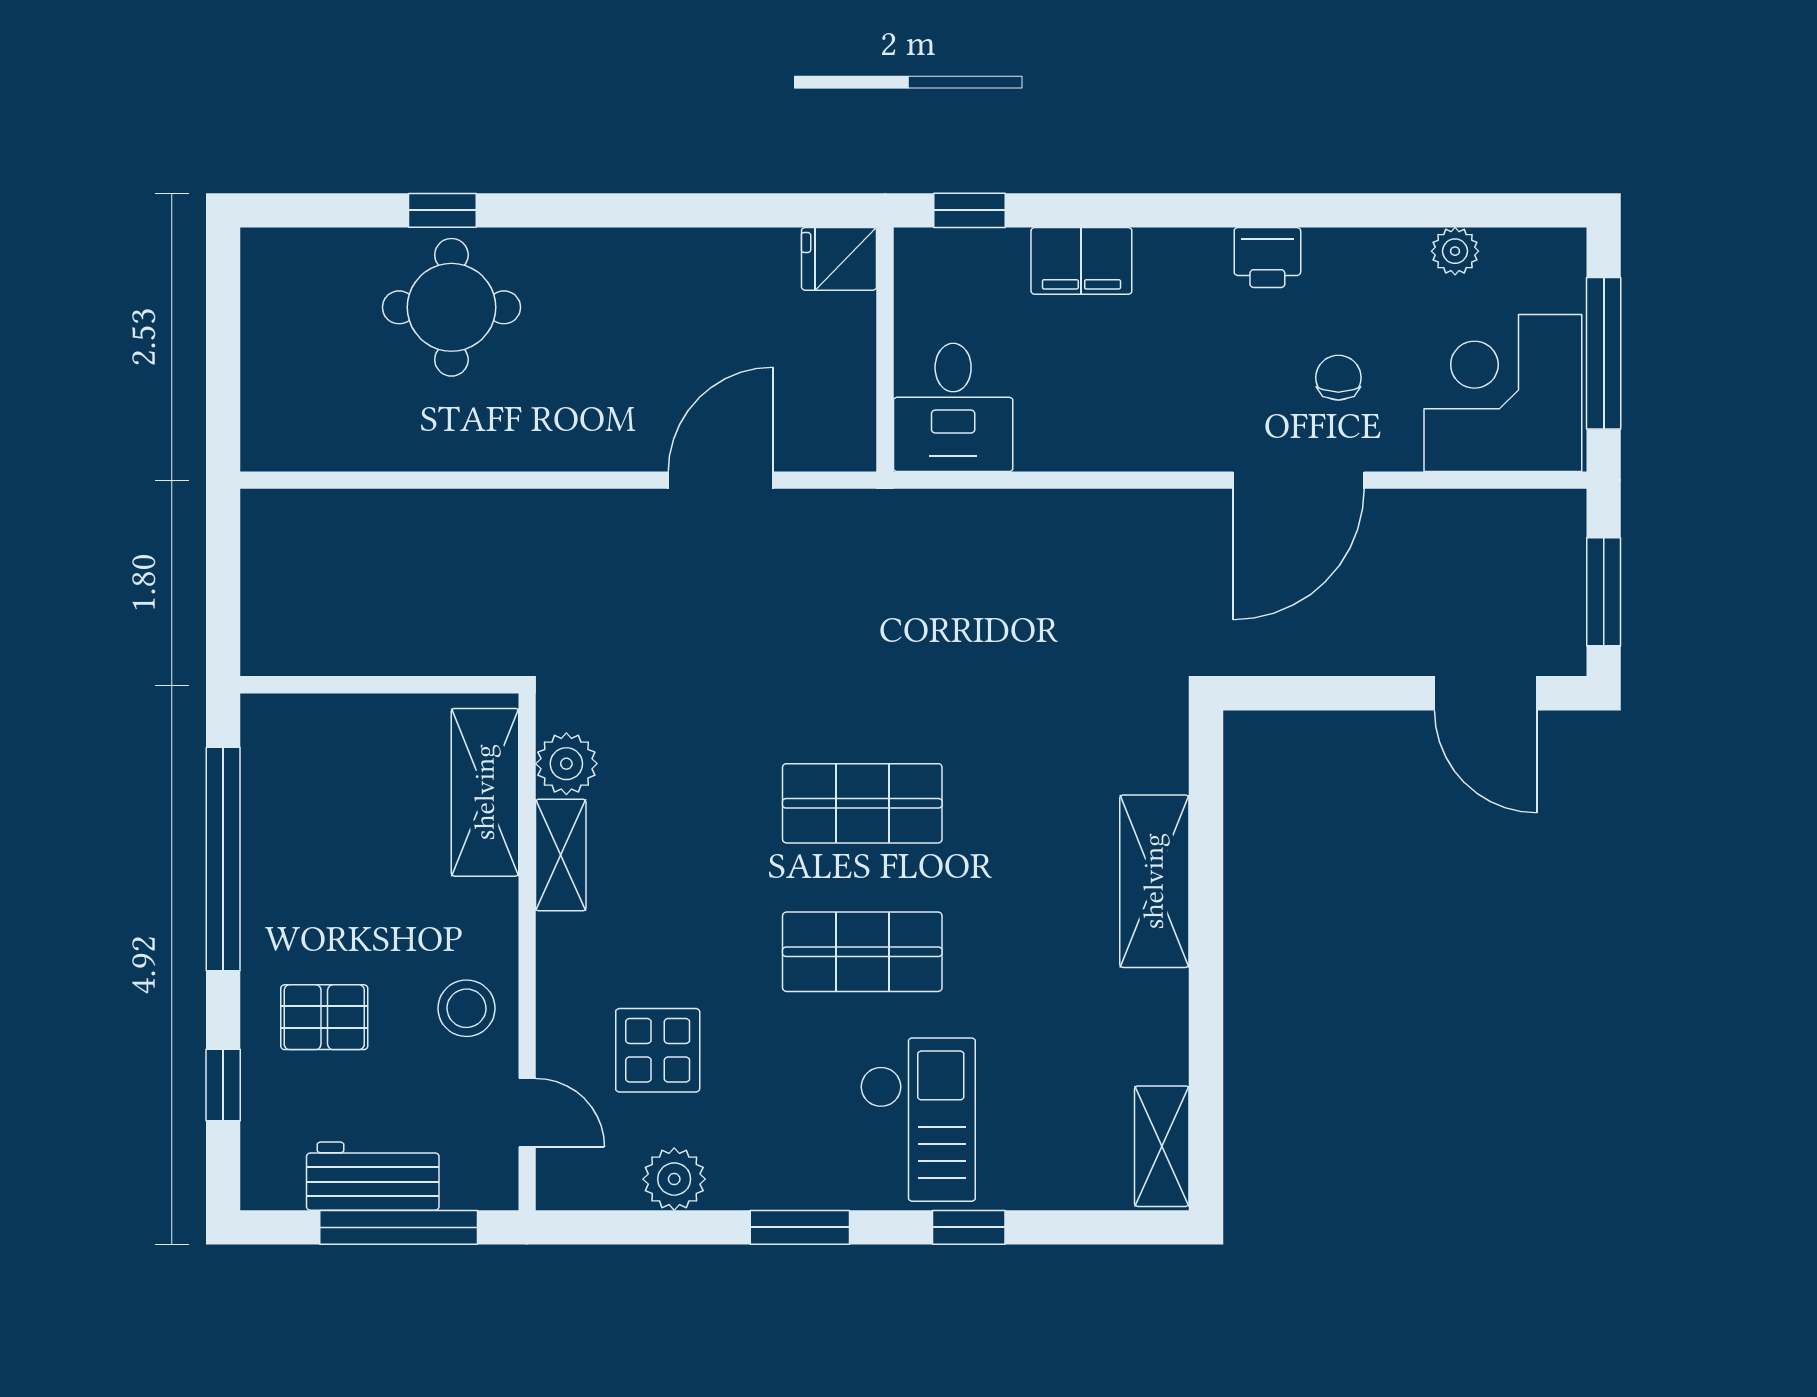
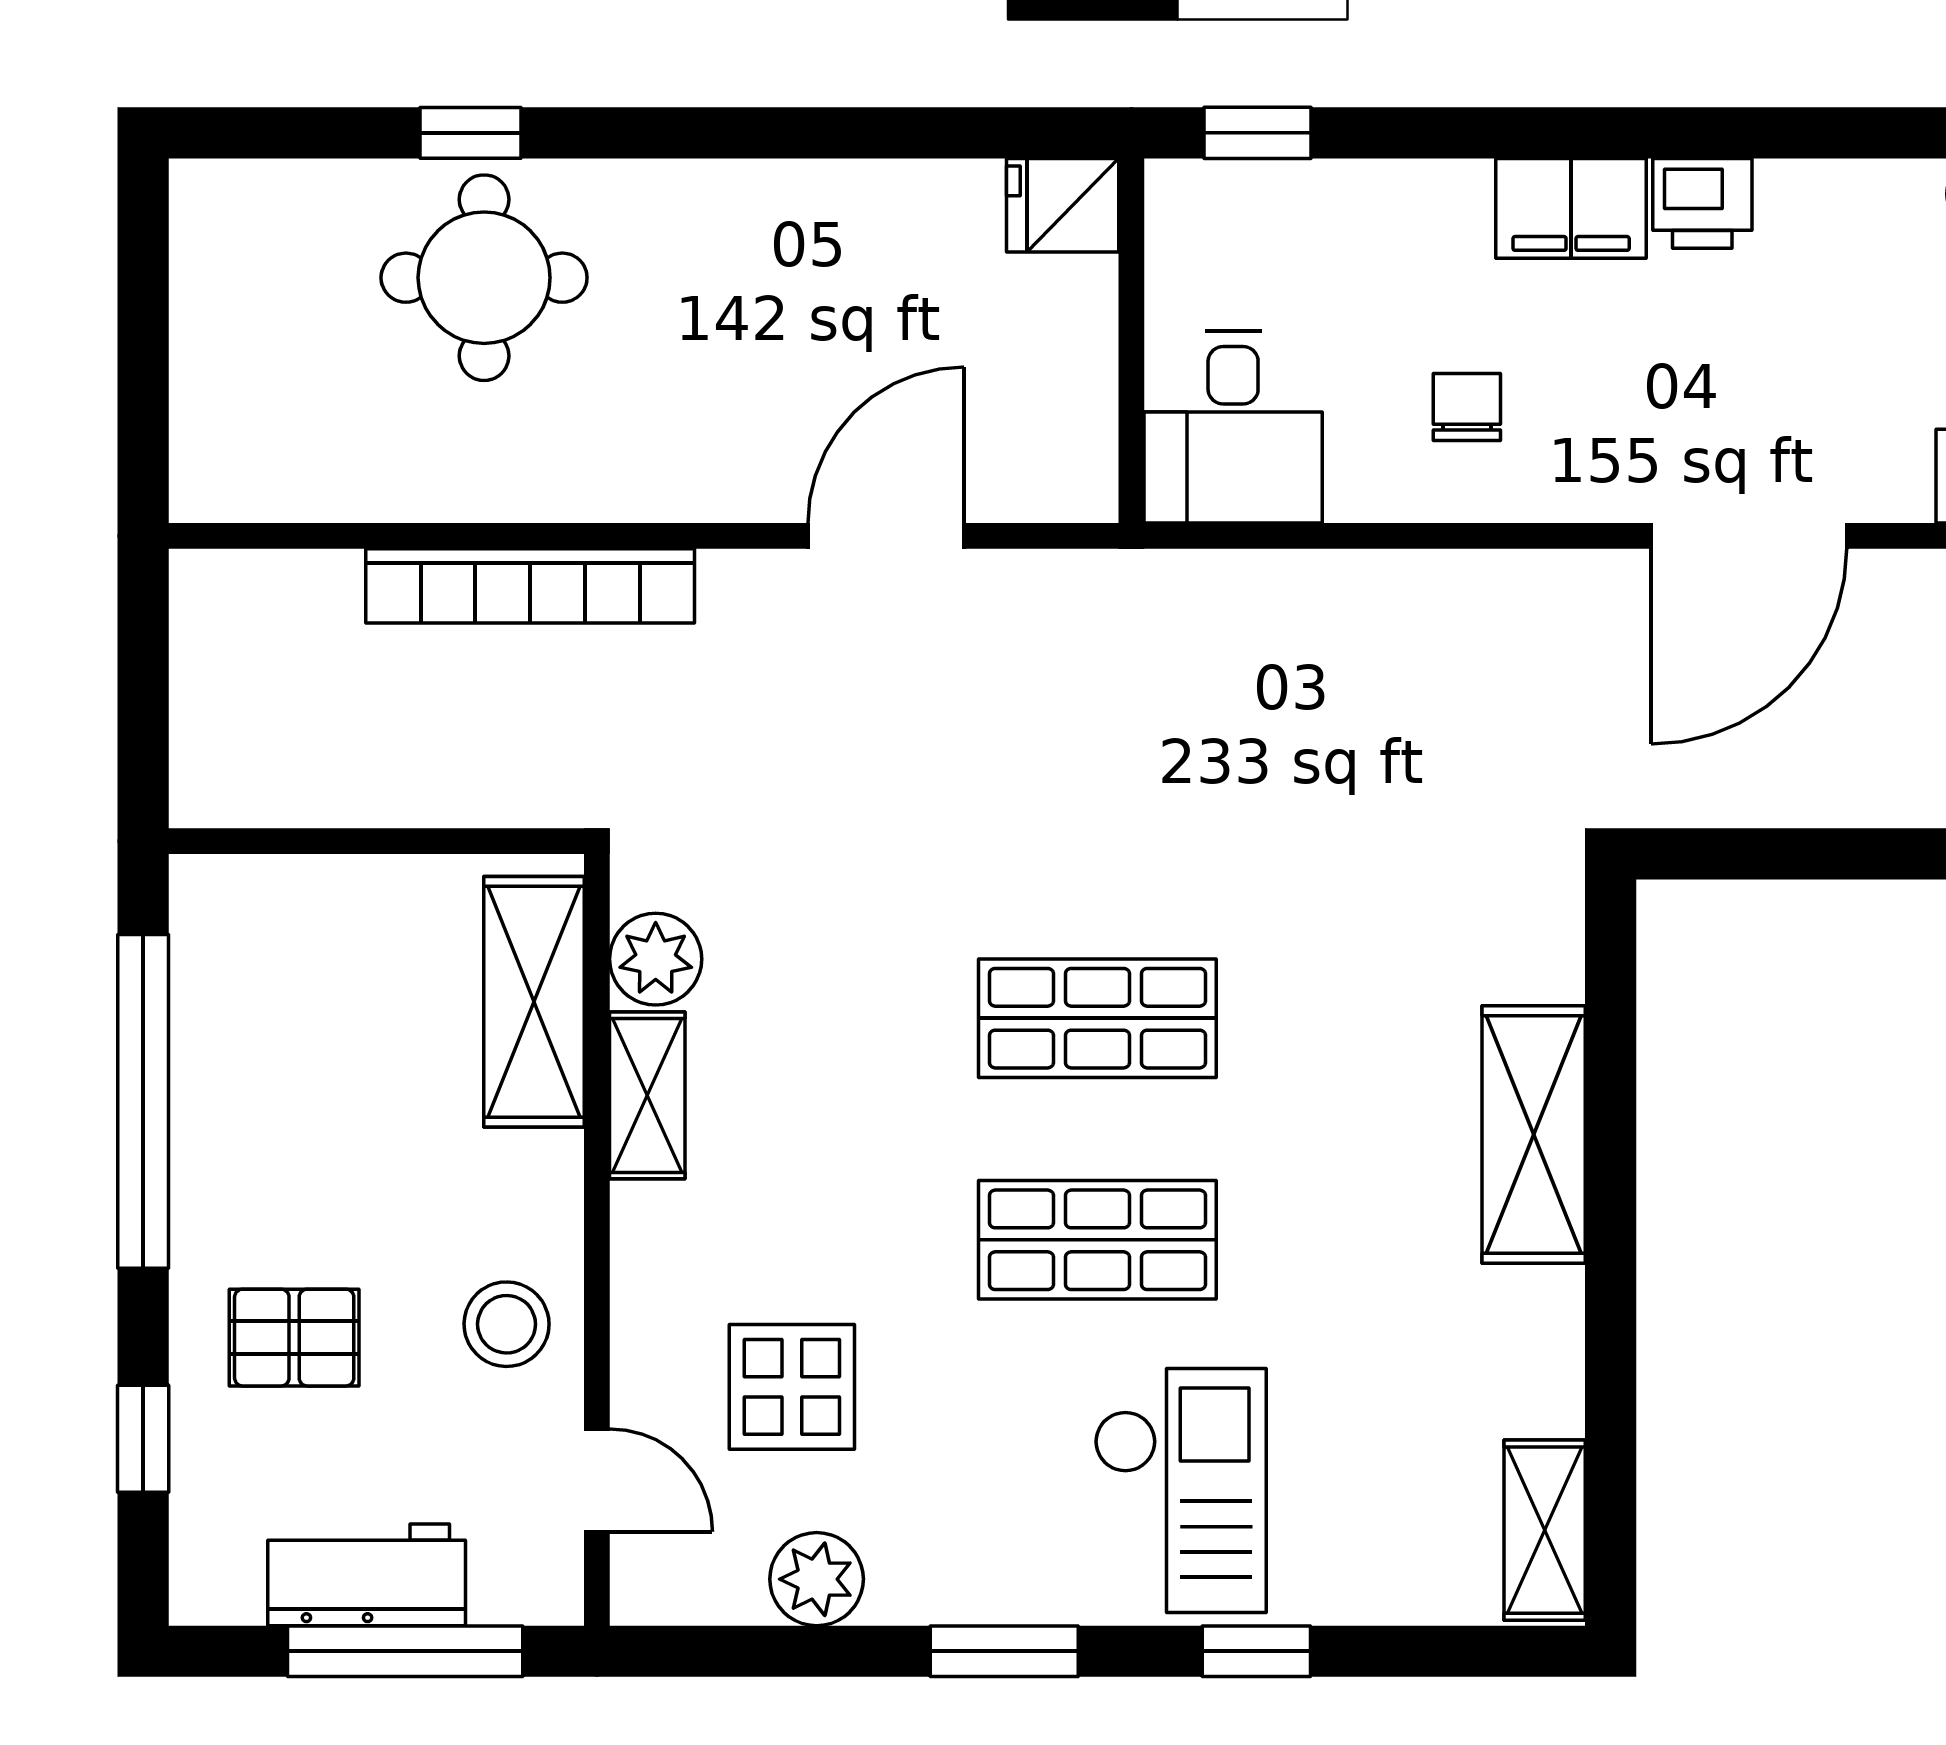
filing cabinet: (1081, 261) -> (1571, 208), moved
chair: (1338, 378) -> (1467, 407), moved
bookcase: (482, 514) -> (530, 586), added

